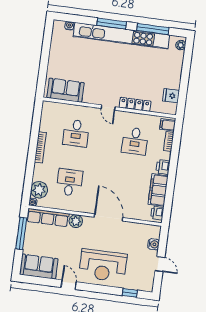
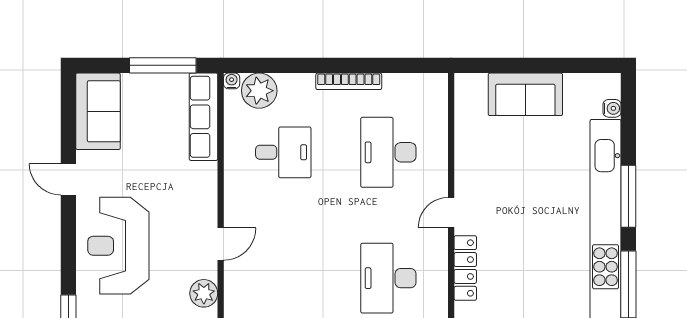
sofa: (65, 90) -> (525, 94), moved, turned 90
desk: (76, 133) -> (388, 152), width x1.37
desk: (135, 141) -> (388, 278), width x1.37
door: (108, 217) -> (221, 244), width x0.53
plant: (76, 221) -> (204, 293), moved
door: (69, 285) -> (68, 179), swing flipped

